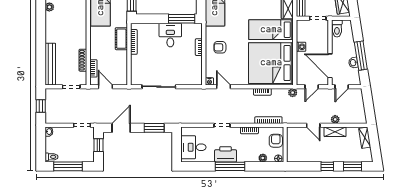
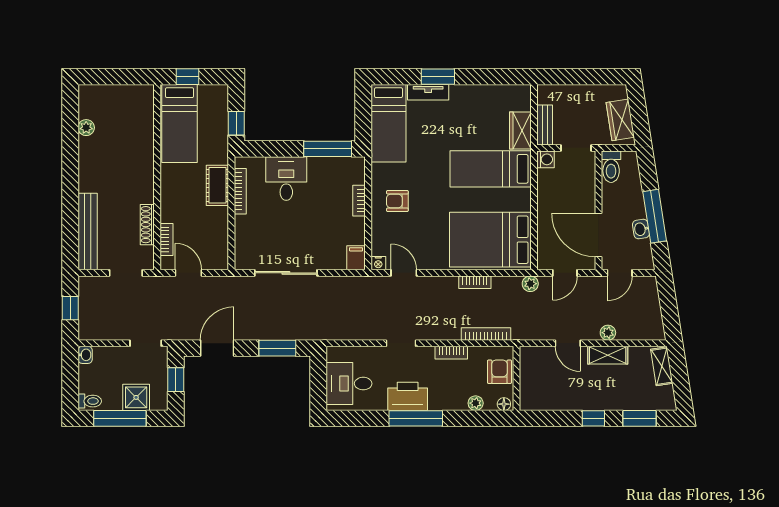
desk: (170, 35) -> (286, 179), moved
washing machine: (301, 47) -> (546, 159), moved
bed: (271, 63) -> (490, 240), width x0.73
filing cabinet: (197, 78) -> (356, 258), added
shower: (77, 155) -> (136, 397), added

